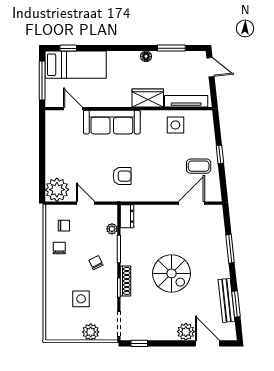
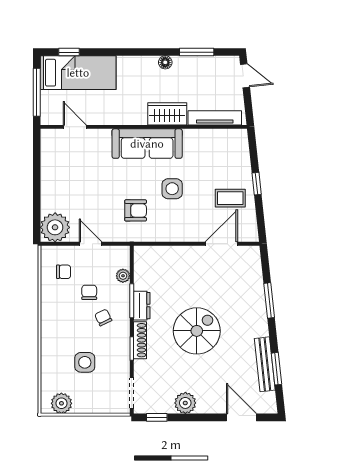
sofa: (112, 122) -> (147, 144), moved
side table: (175, 125) -> (172, 189), moved
dresser: (127, 216) -> (142, 306), moved
chair: (59, 248) -> (89, 292), moved
spiral stairs: (172, 273) -> (197, 331), turned -90
plant: (91, 332) -> (61, 403), moved
plant: (186, 332) -> (185, 403), moved

